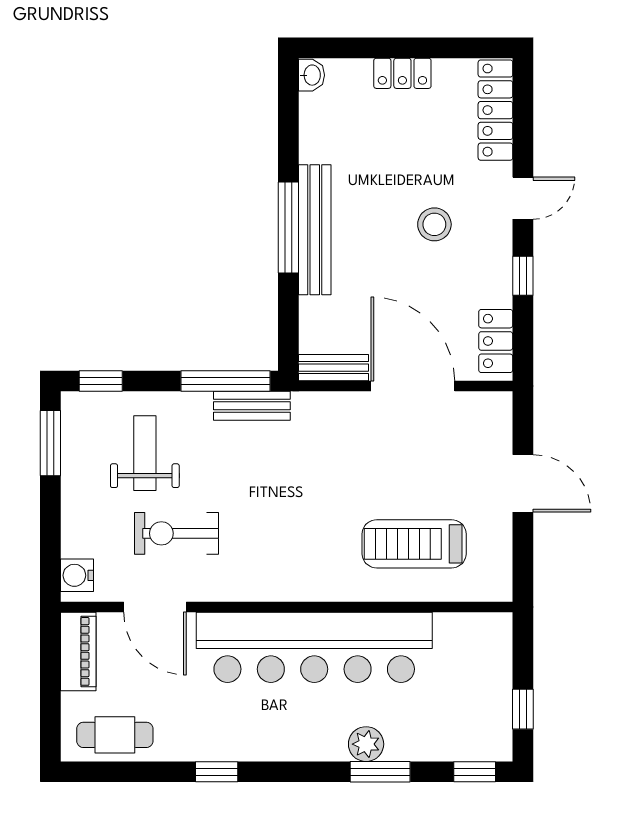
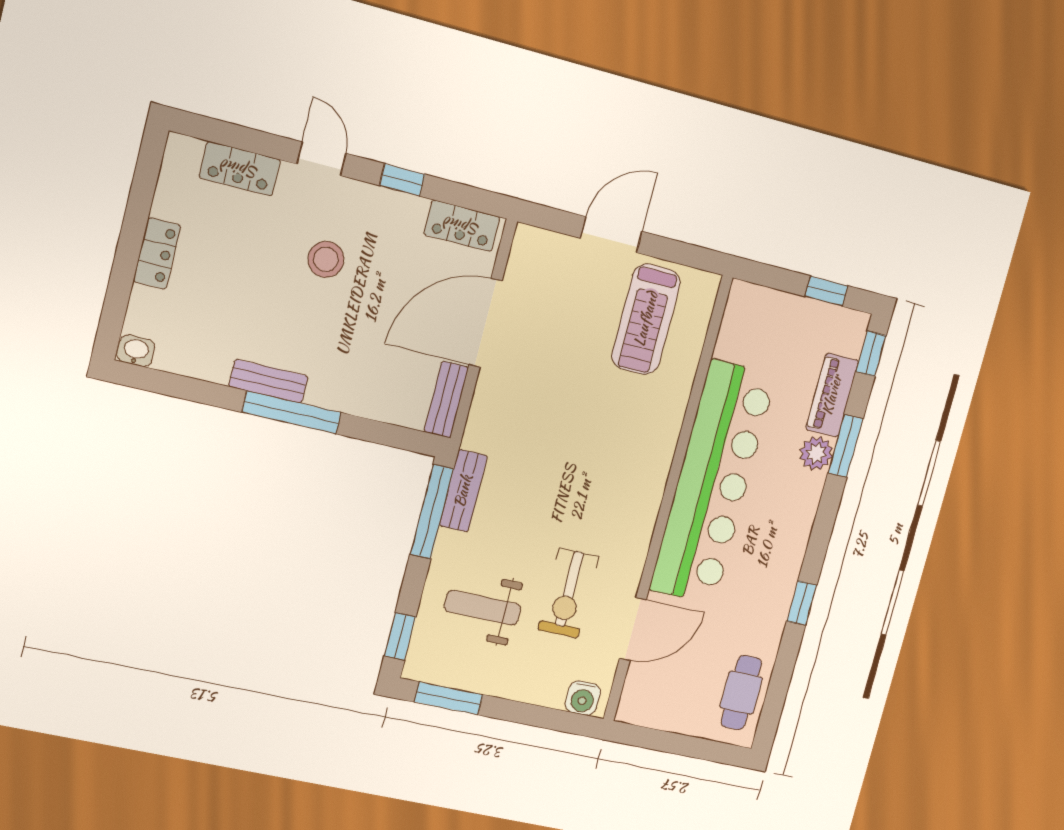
locker: (495, 110) -> (240, 169), width x0.66
bench: (315, 230) -> (268, 381), width x0.54, depth x0.82
treadmill: (414, 544) -> (646, 319), moved
piano: (78, 651) -> (832, 395), moved, turned -90

